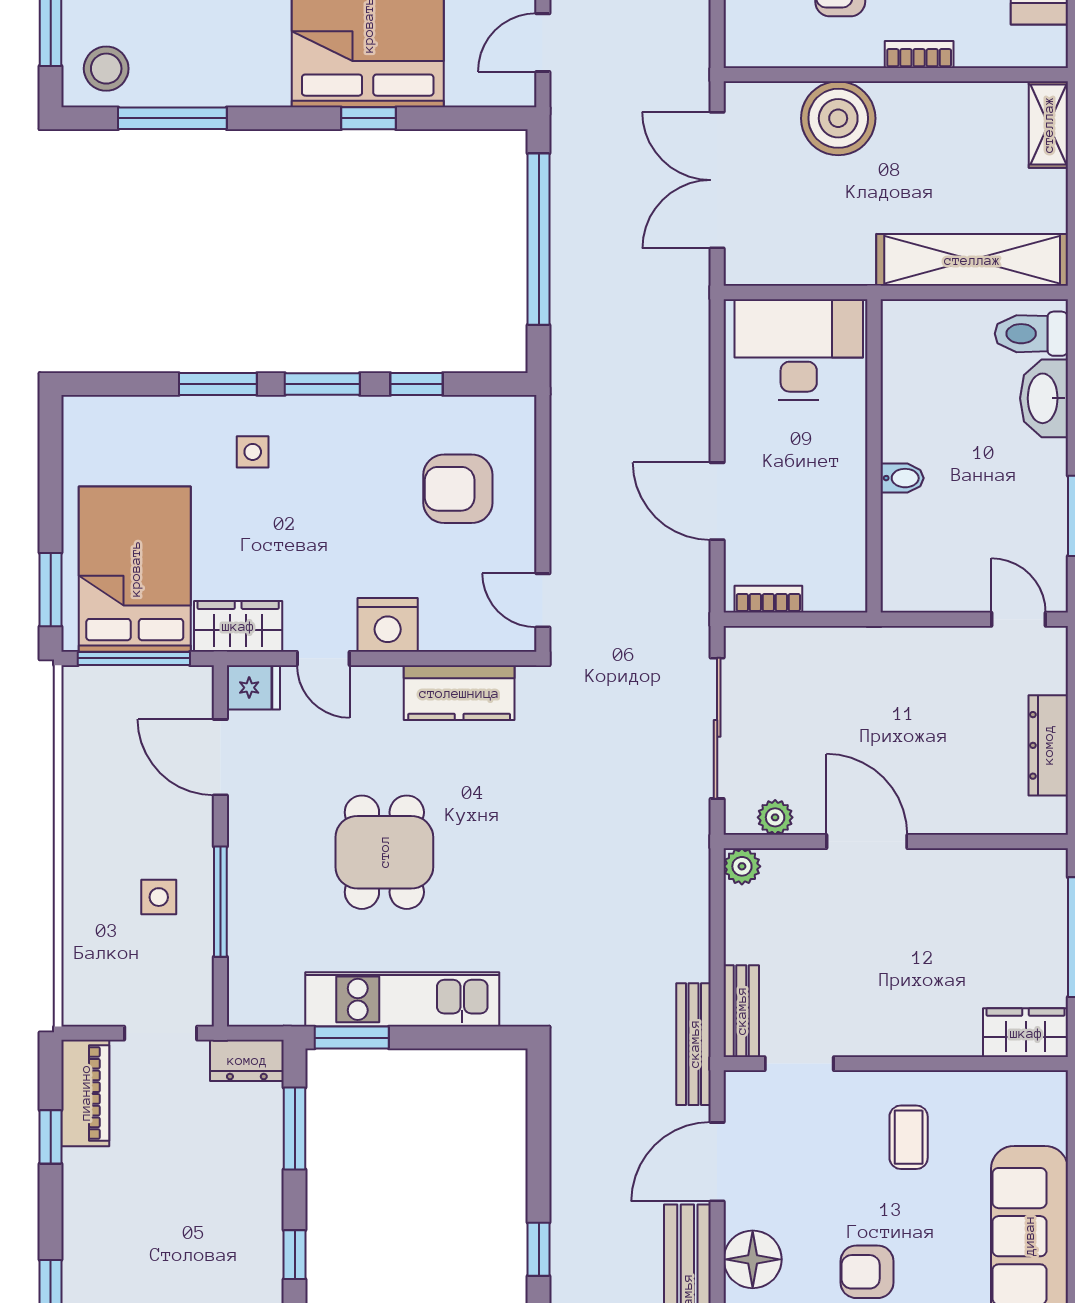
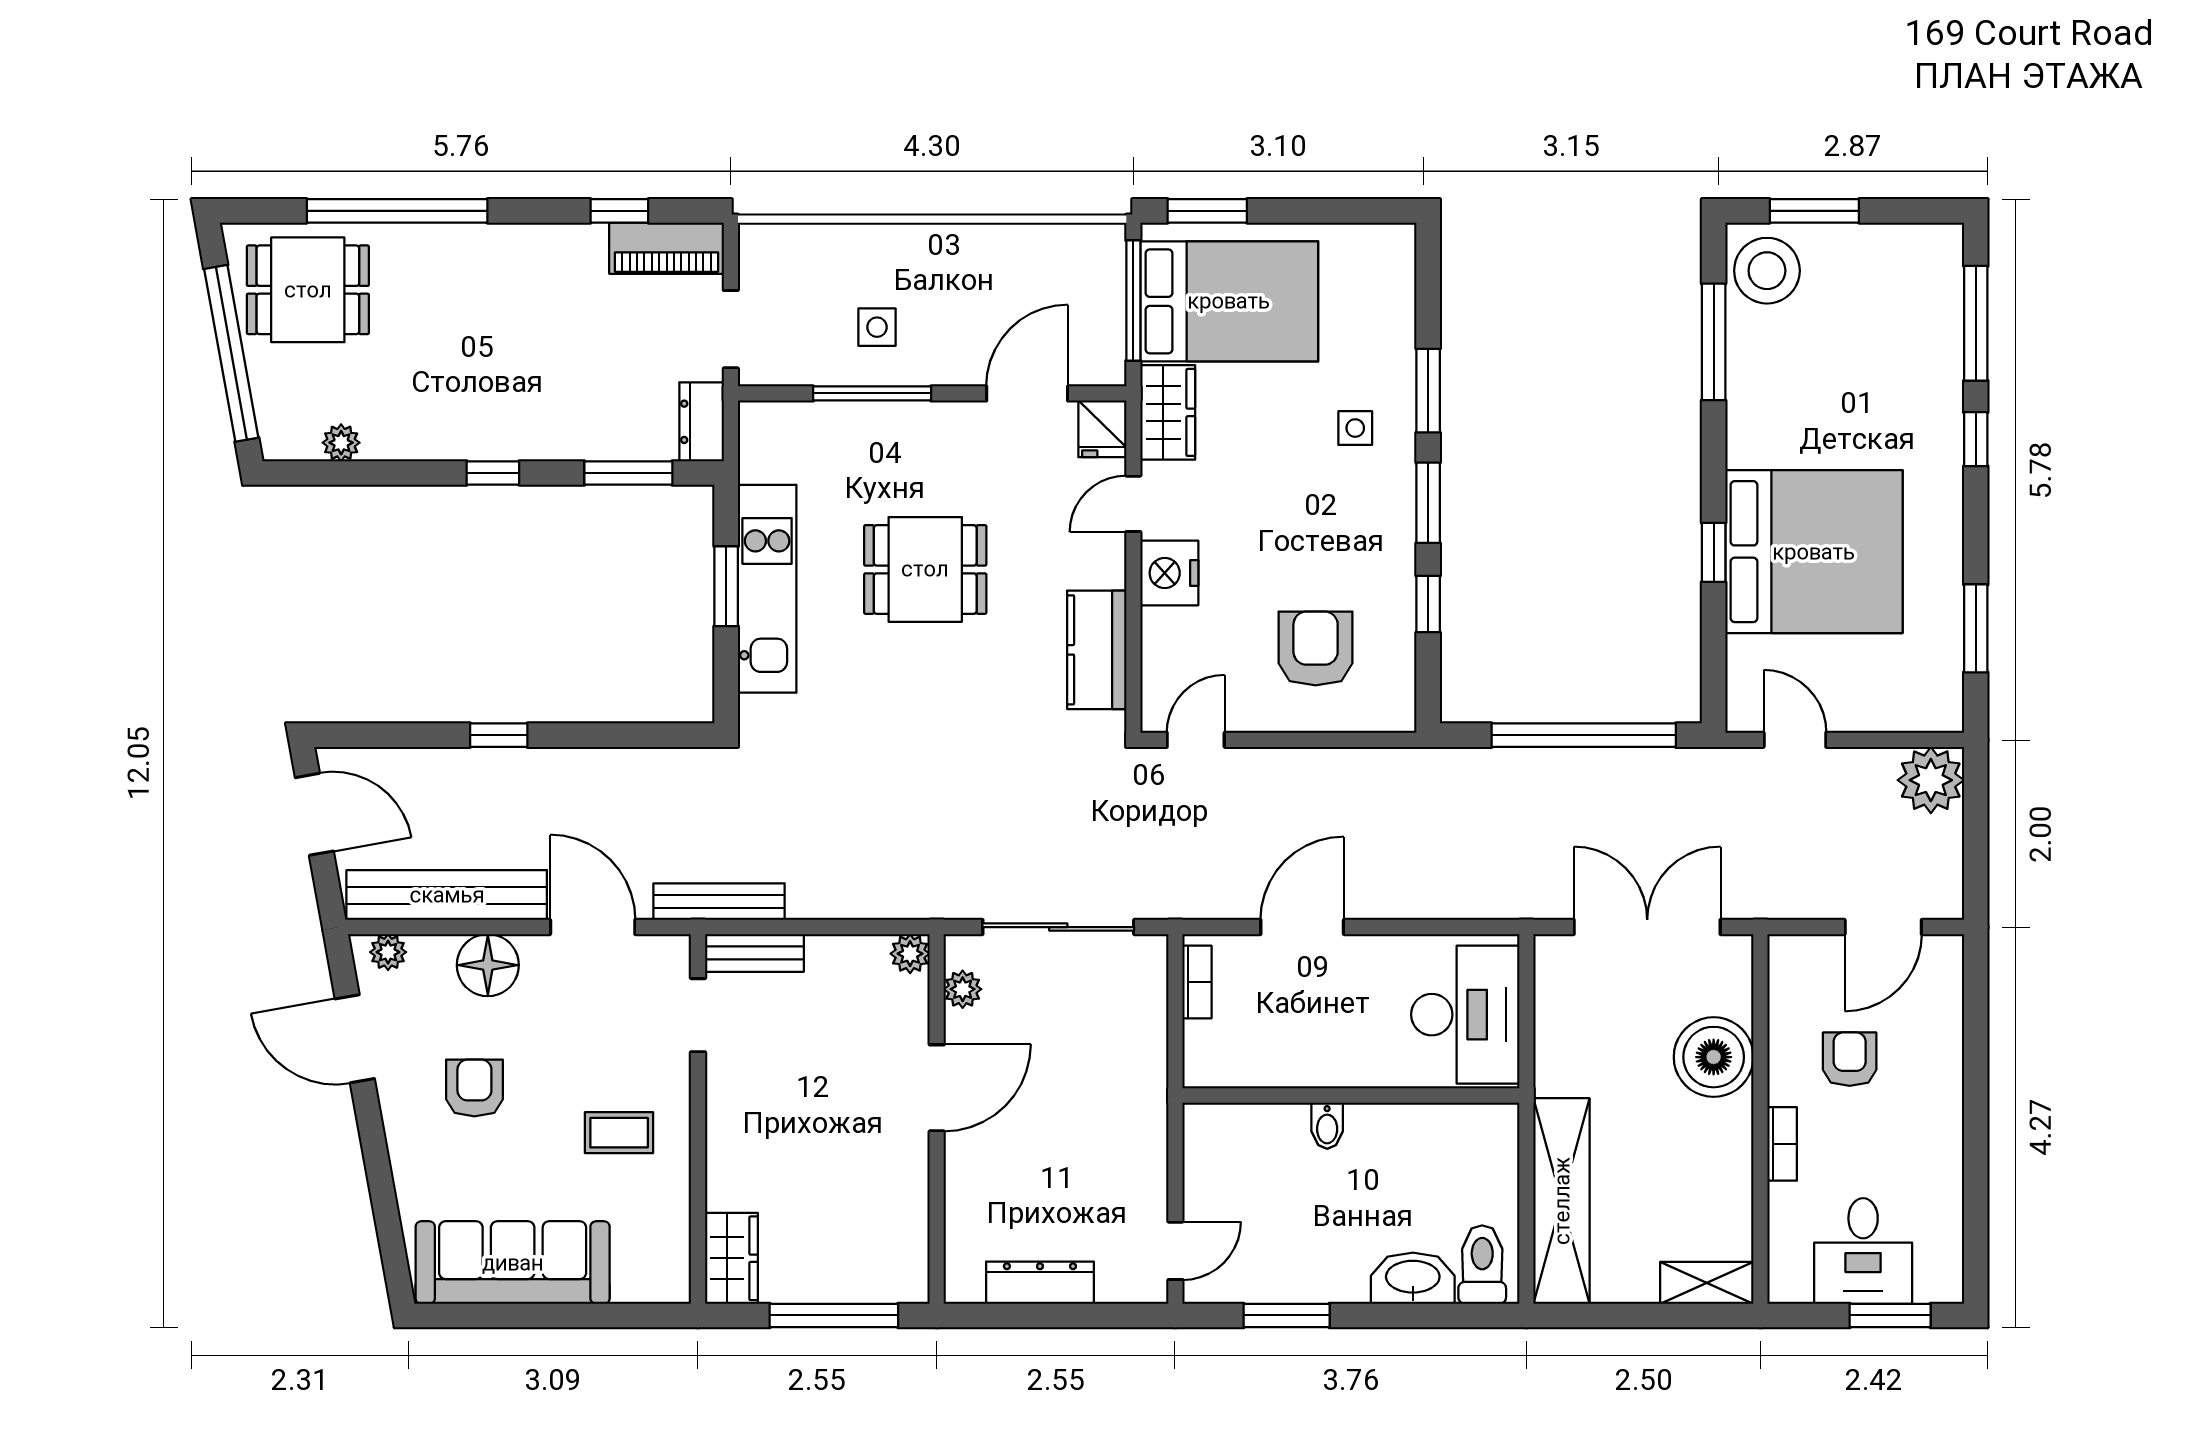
stool: (106, 69) -> (1767, 271), width x1.38, depth x1.38
window: (352, 1038) -> (726, 586), moved

